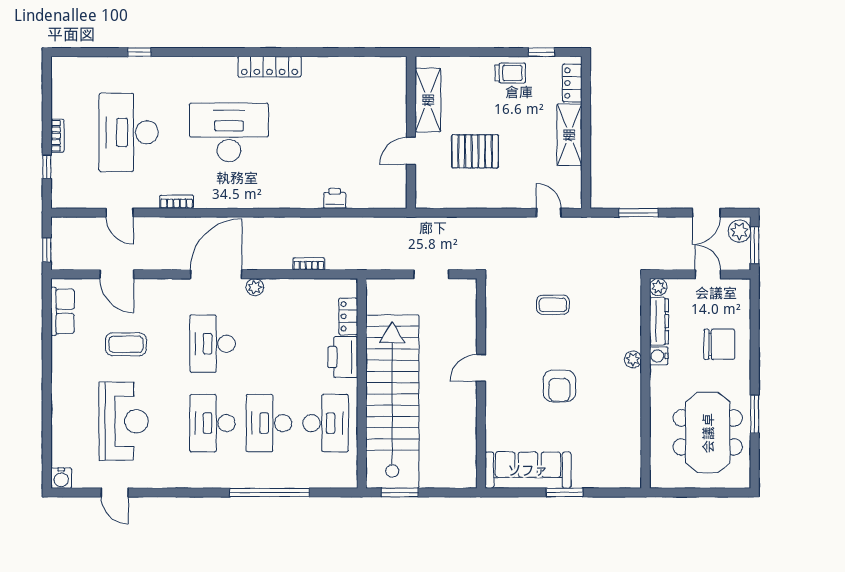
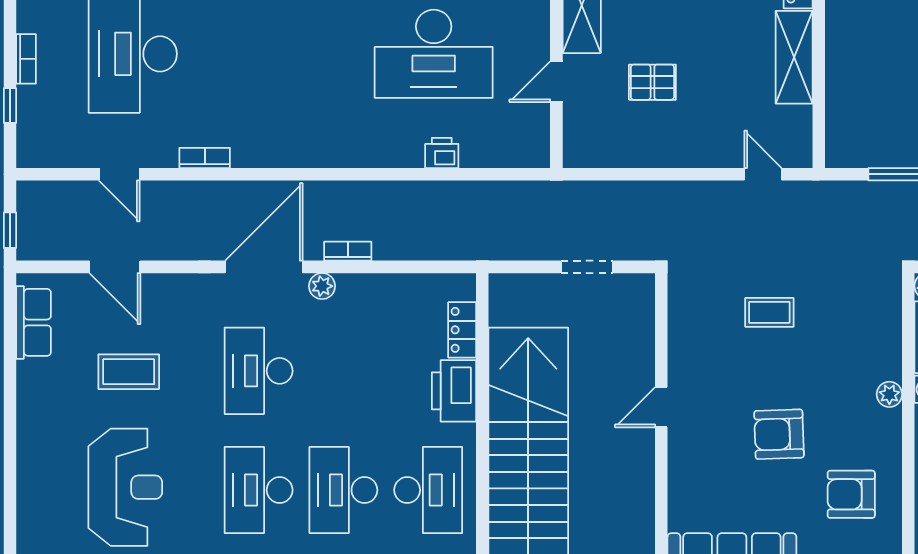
desk: (229, 132) -> (434, 54), moved, turned 180
pallet: (475, 151) -> (652, 82), width x0.67, depth x0.71
bookcase: (309, 264) -> (348, 251), moved
armchair: (559, 386) -> (779, 434), turned 88
armchair: (608, 426) -> (851, 494), added

